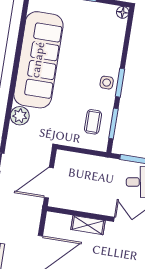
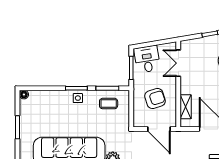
armchair: (90, 184) -> (155, 99), added
shelving: (88, 225) -> (186, 107), moved

